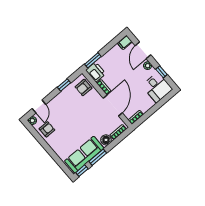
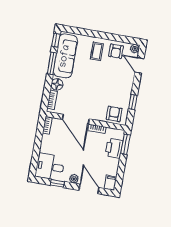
printer: (96, 72) -> (114, 148), moved, turned 90
coffee table: (60, 140) -> (97, 51), added

